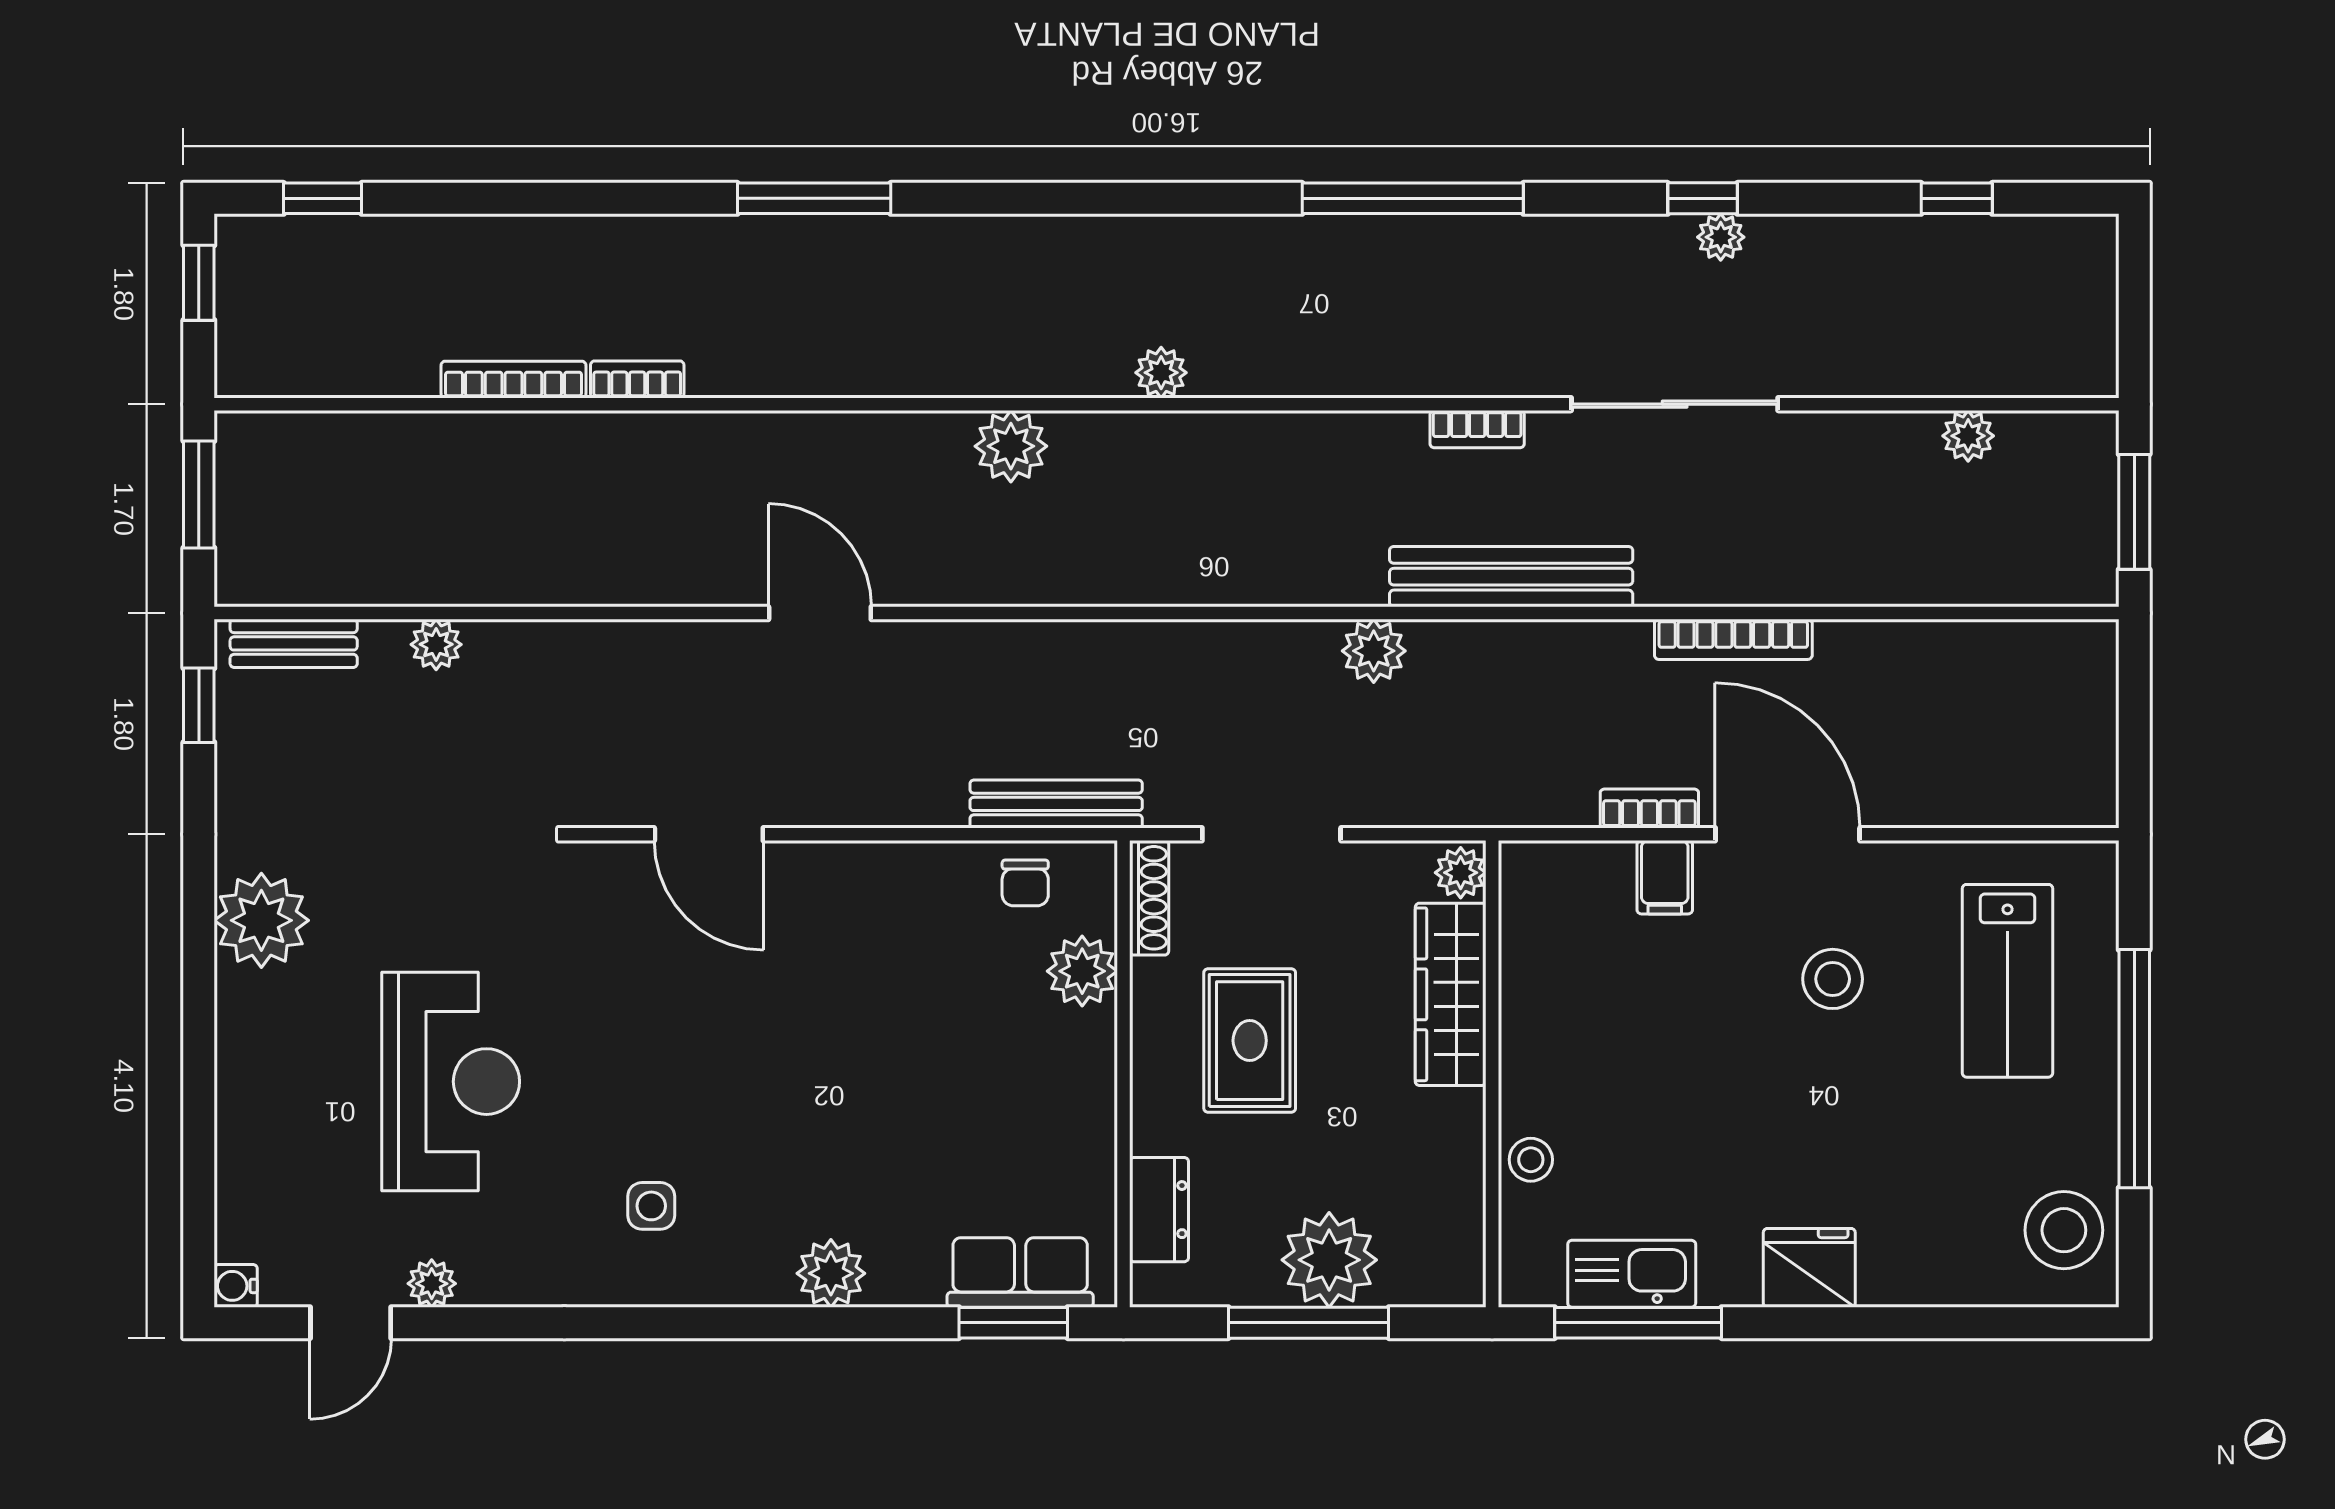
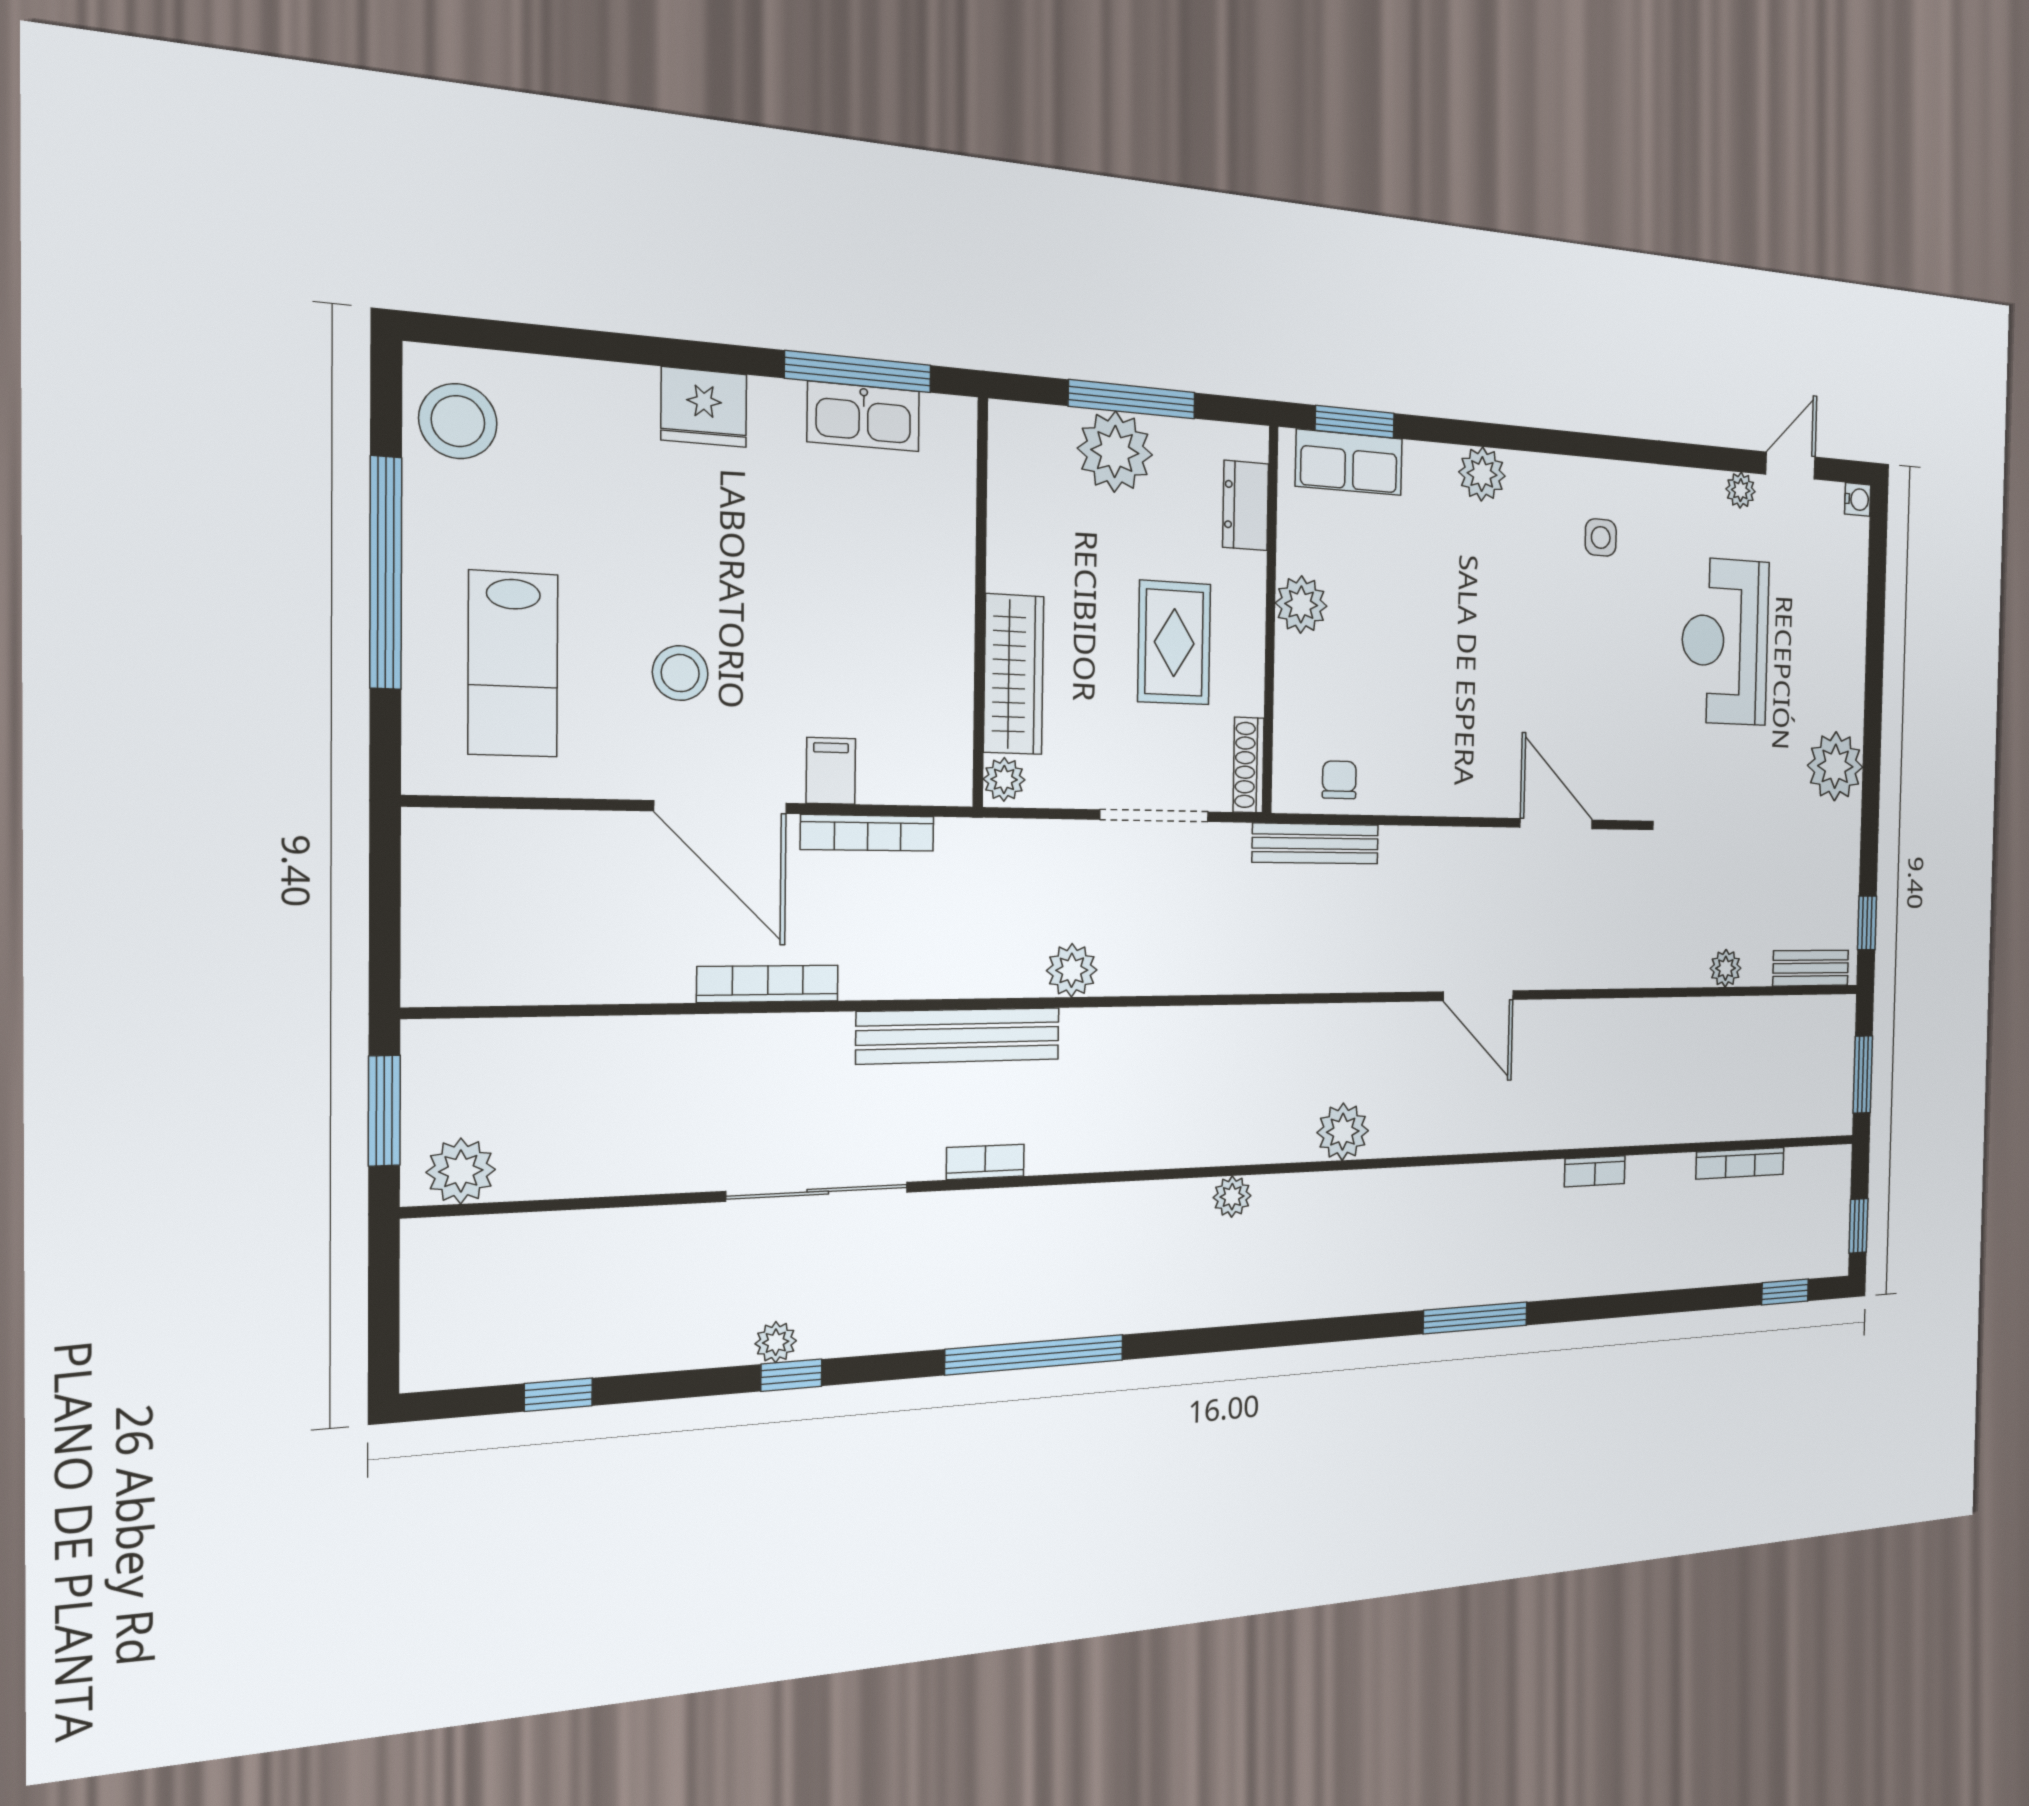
bookcase: (513, 380) -> (1740, 1163), moved
plant: (1968, 436) -> (461, 1171), moved, width x1.38, depth x1.38
bookcase: (1649, 808) -> (868, 833), width x1.56
plant: (1082, 971) -> (1301, 604), moved
lab bench: (2007, 981) -> (513, 664), turned 180
stool: (1531, 1160) -> (949, 525), removed

